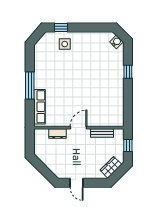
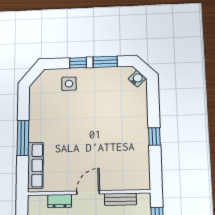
window: (61, 27) -> (78, 63), moved
window: (93, 27) -> (105, 62), added
window: (128, 72) -> (154, 136), moved

